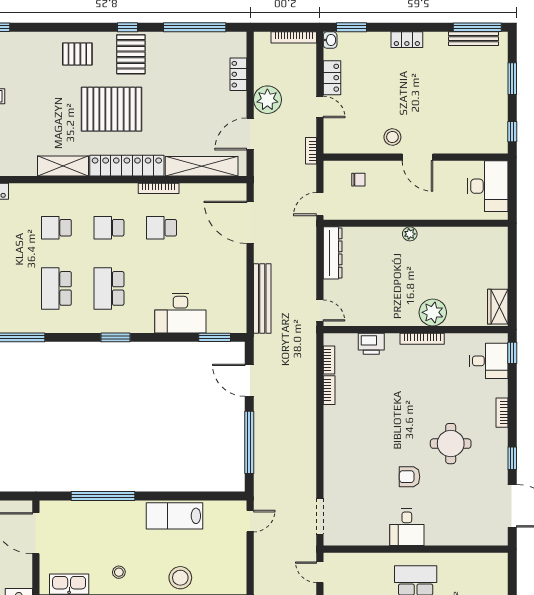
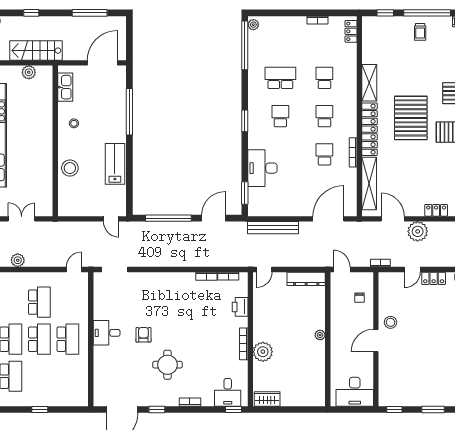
school desk: (109, 288) -> (280, 116), width x0.54

